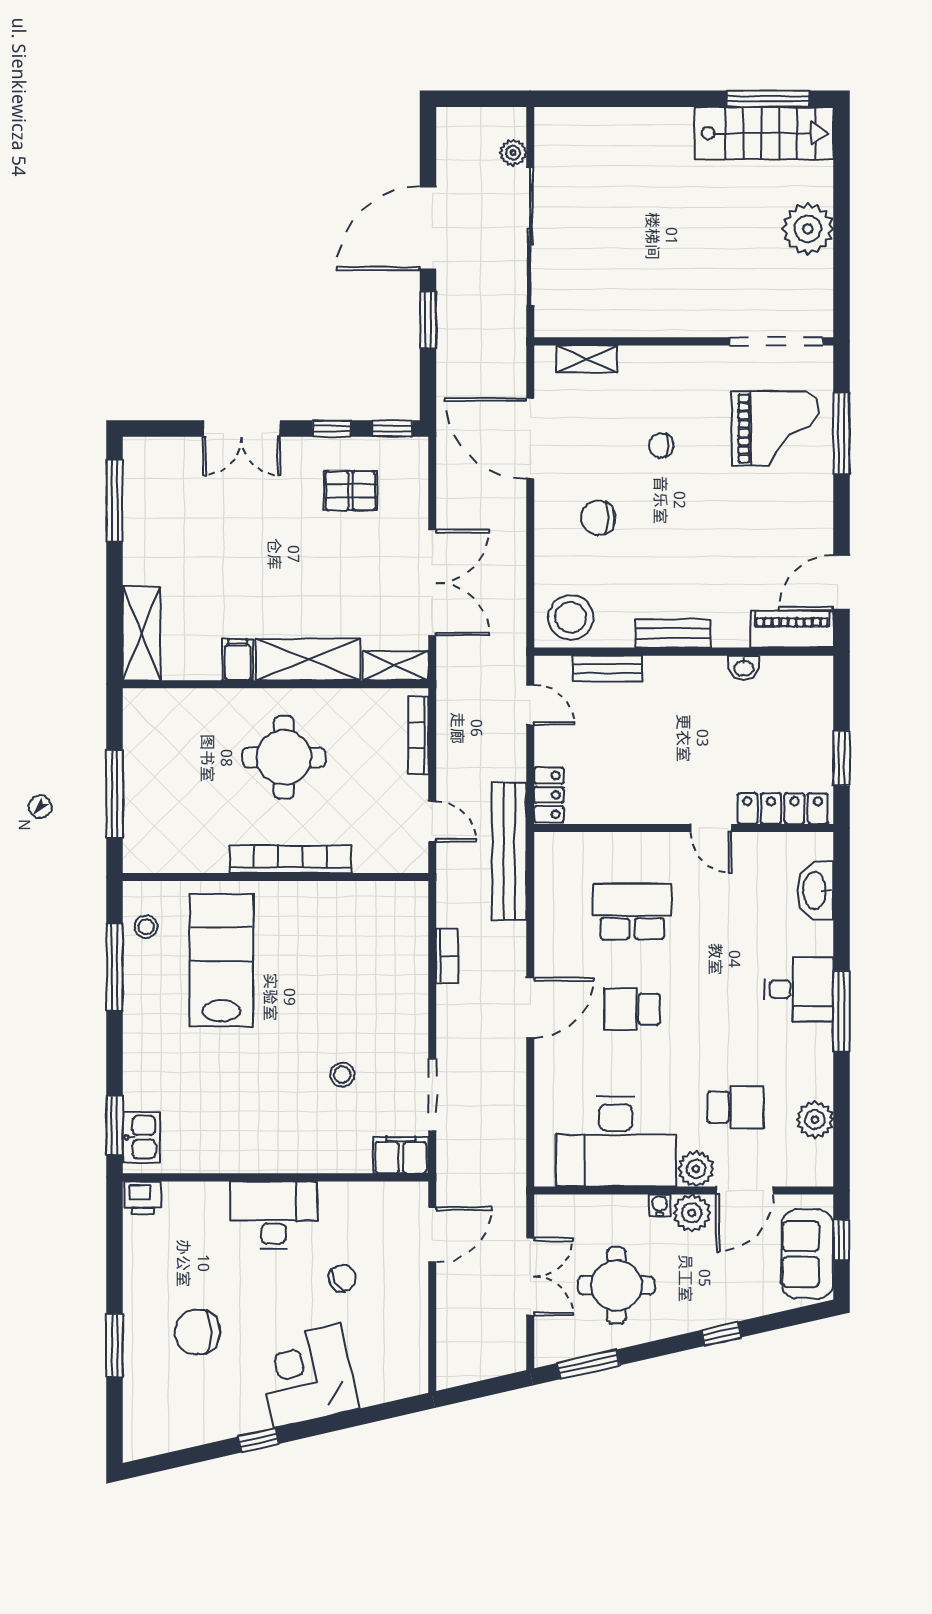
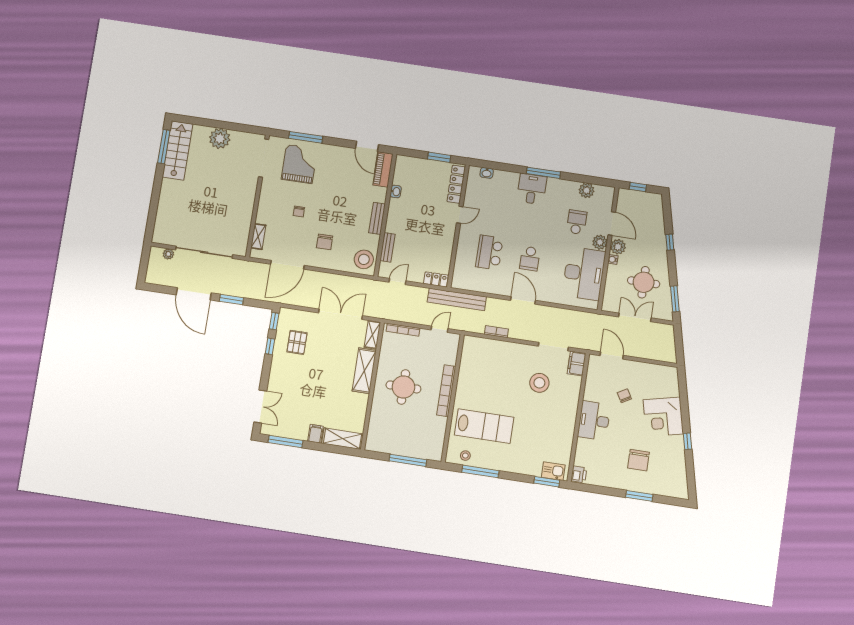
double door: (242, 429) -> (260, 406), moved
filing cabinet: (238, 660) -> (315, 434), moved, turned 90
washbasin: (815, 891) -> (487, 173), width x0.52, depth x0.69
lab bench: (221, 960) -> (484, 426), turned 180
stool: (342, 1075) -> (539, 383), width x1.89, depth x1.89
sofa: (807, 1254) -> (642, 202), removed

